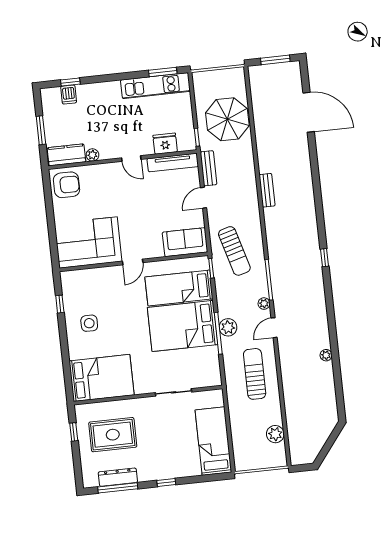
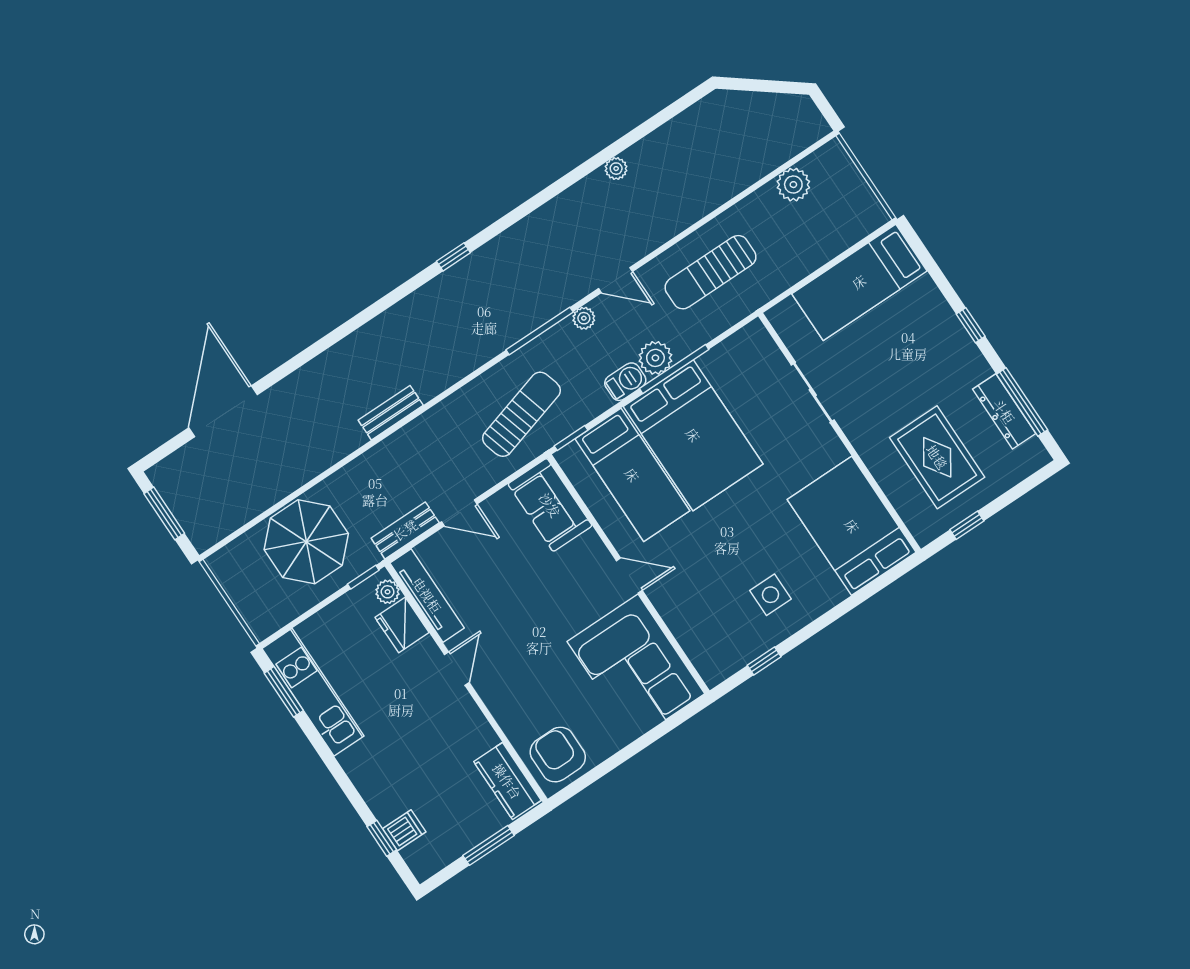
plant: (93, 155) -> (388, 592), moved
barbecue: (224, 307) -> (625, 382), added

